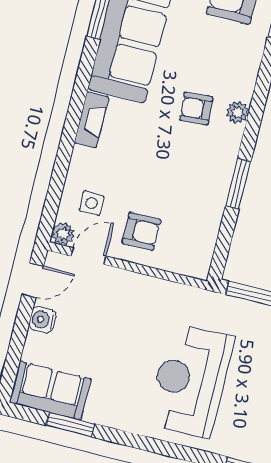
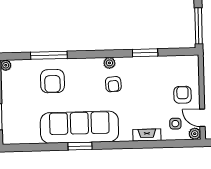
fireplace: (91, 120) -> (147, 135), moved

